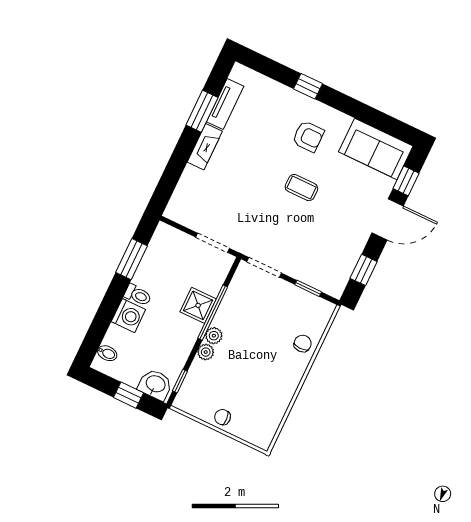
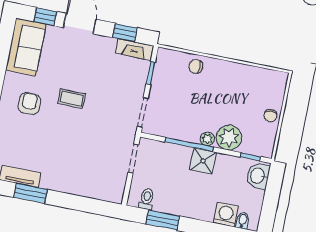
fireplace: (205, 147) -> (134, 49), moved, turned 180
coffee table: (301, 188) -> (72, 99), turned 90
toilet: (138, 295) -> (147, 199), moved
shower: (198, 305) -> (203, 161), moved
washing machine: (128, 316) -> (226, 215), moved
plant: (206, 352) -> (229, 137), width x1.88, depth x1.88
window: (128, 395) -> (272, 195), removed

